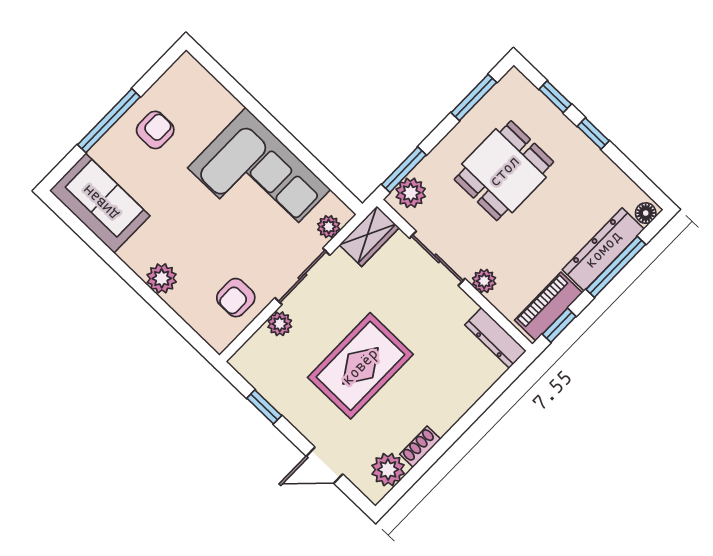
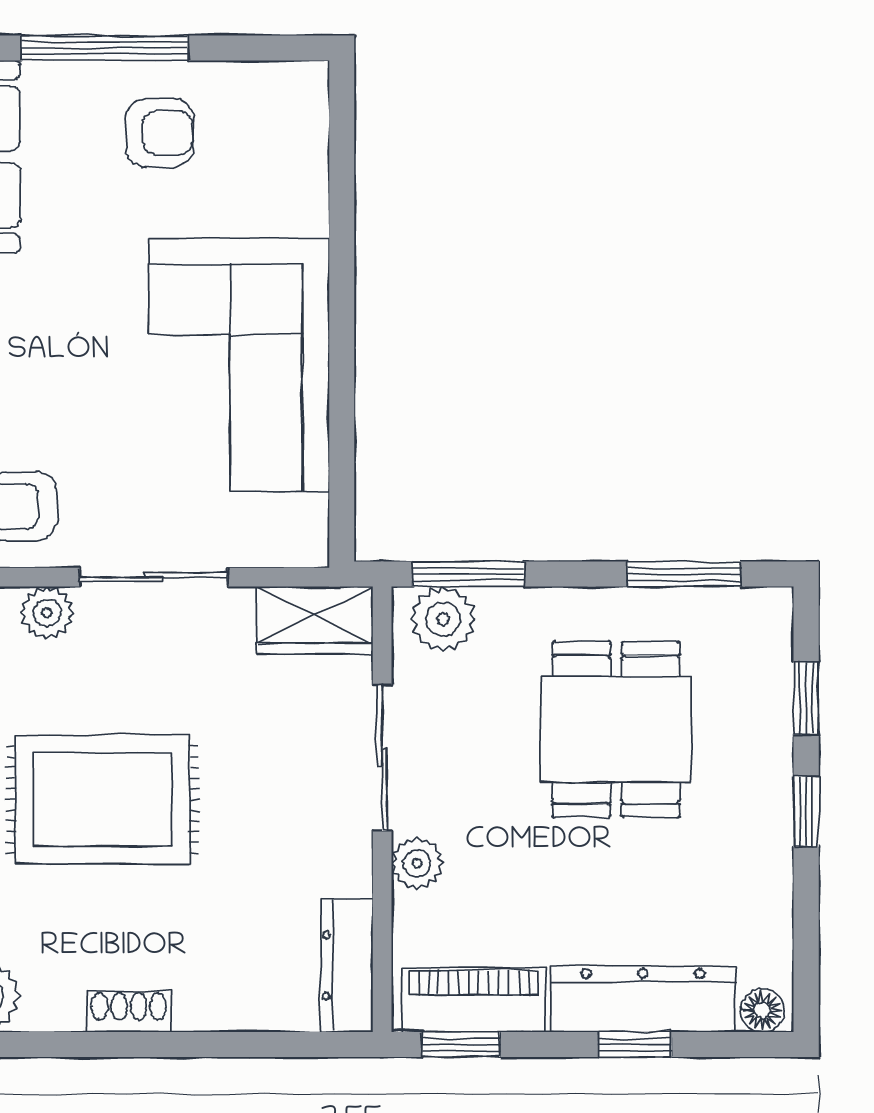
dining table: (504, 171) -> (616, 729), turned 90
plant: (329, 227) -> (269, 543), removed
window: (616, 267) -> (635, 1045), width x0.46
shoe rack: (420, 447) -> (129, 1012), moved

